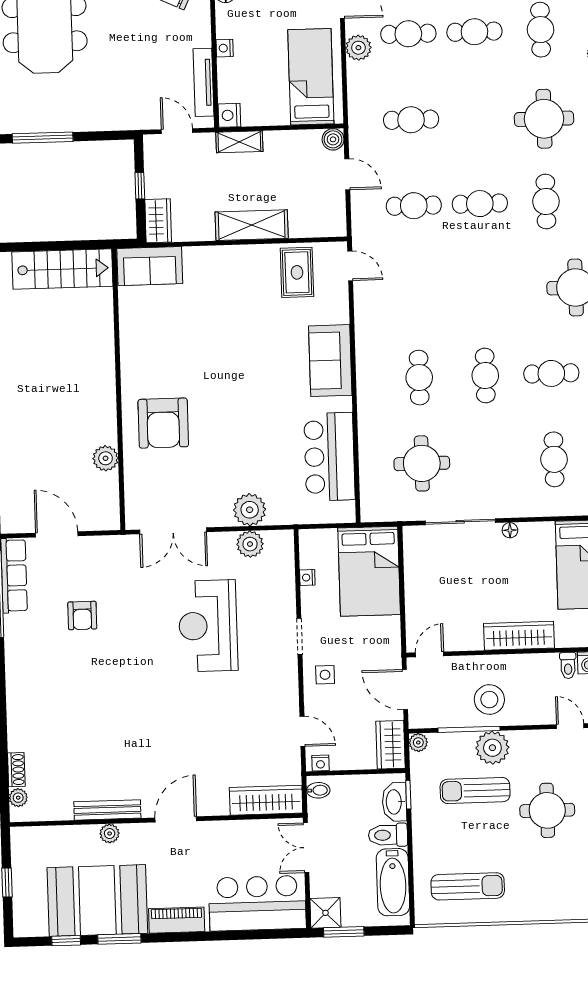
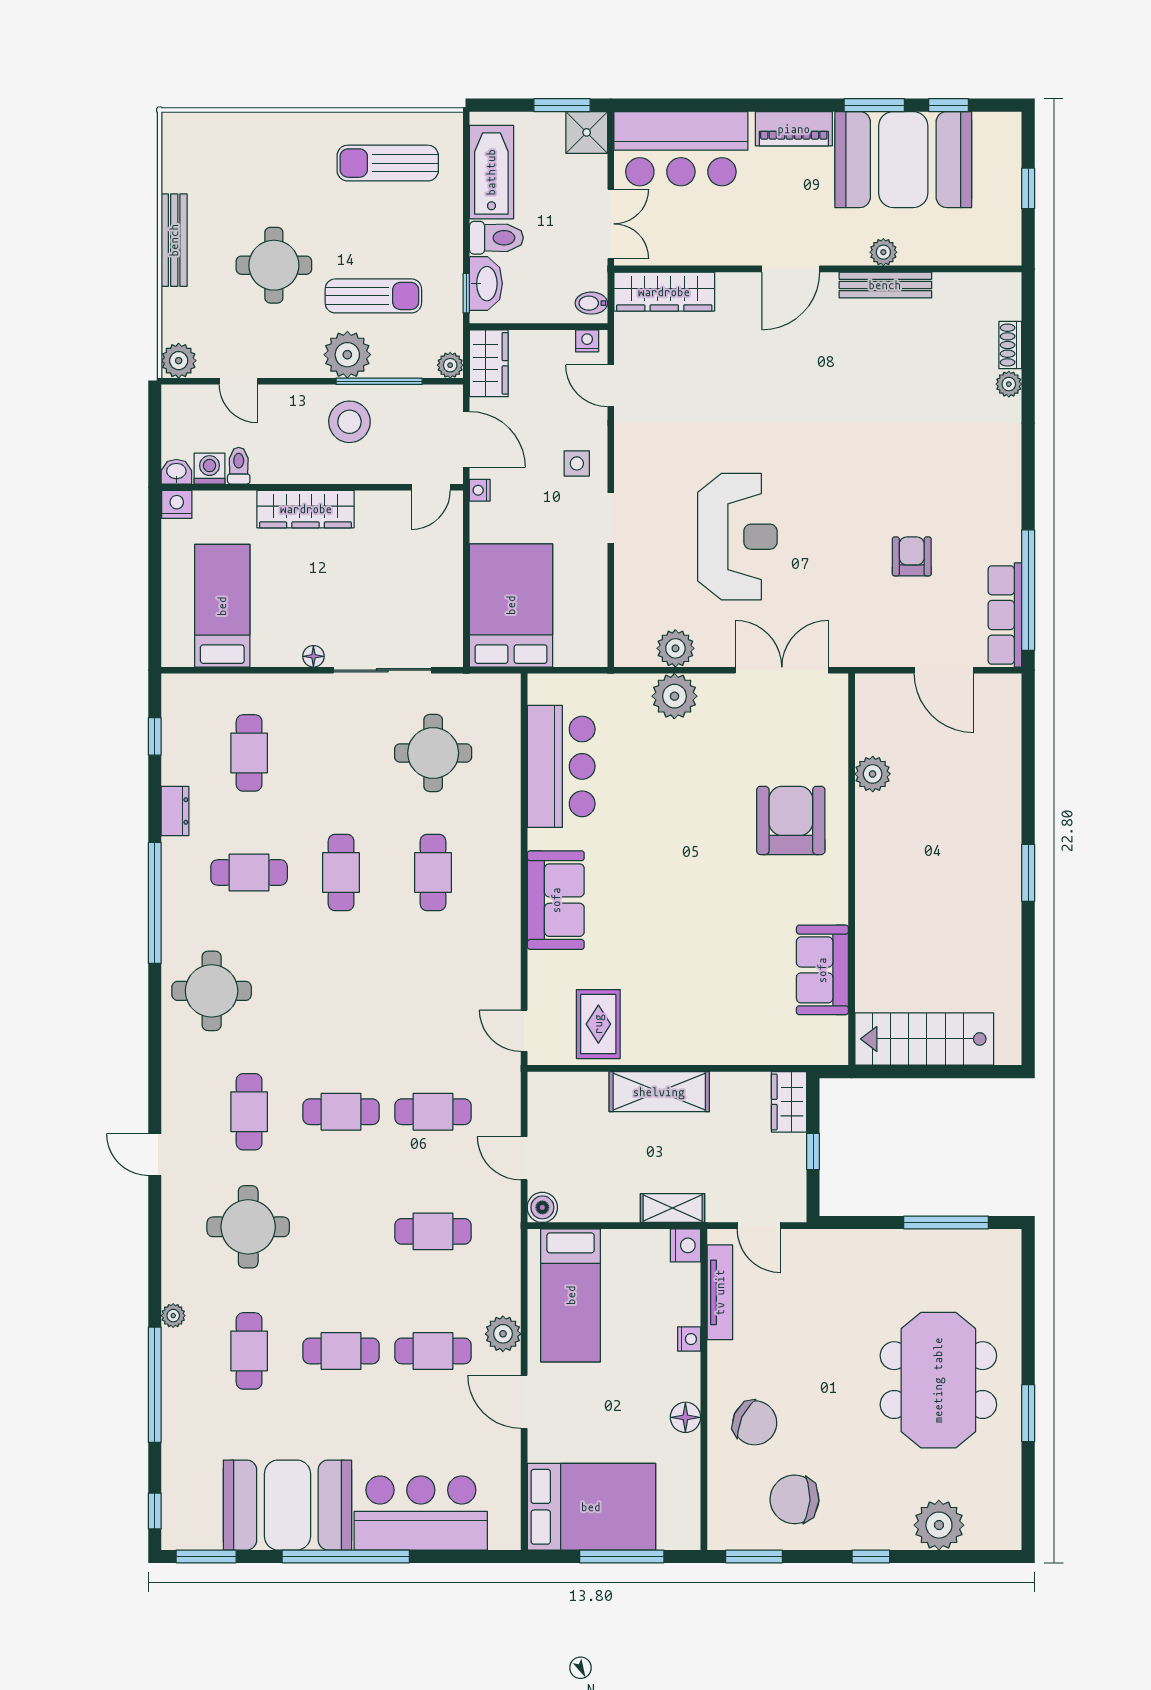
sofa: (150, 266) -> (822, 970), moved, turned -90
nightstand: (307, 578) -> (480, 490), moved, turned 180
plant: (18, 798) -> (1009, 384), moved

